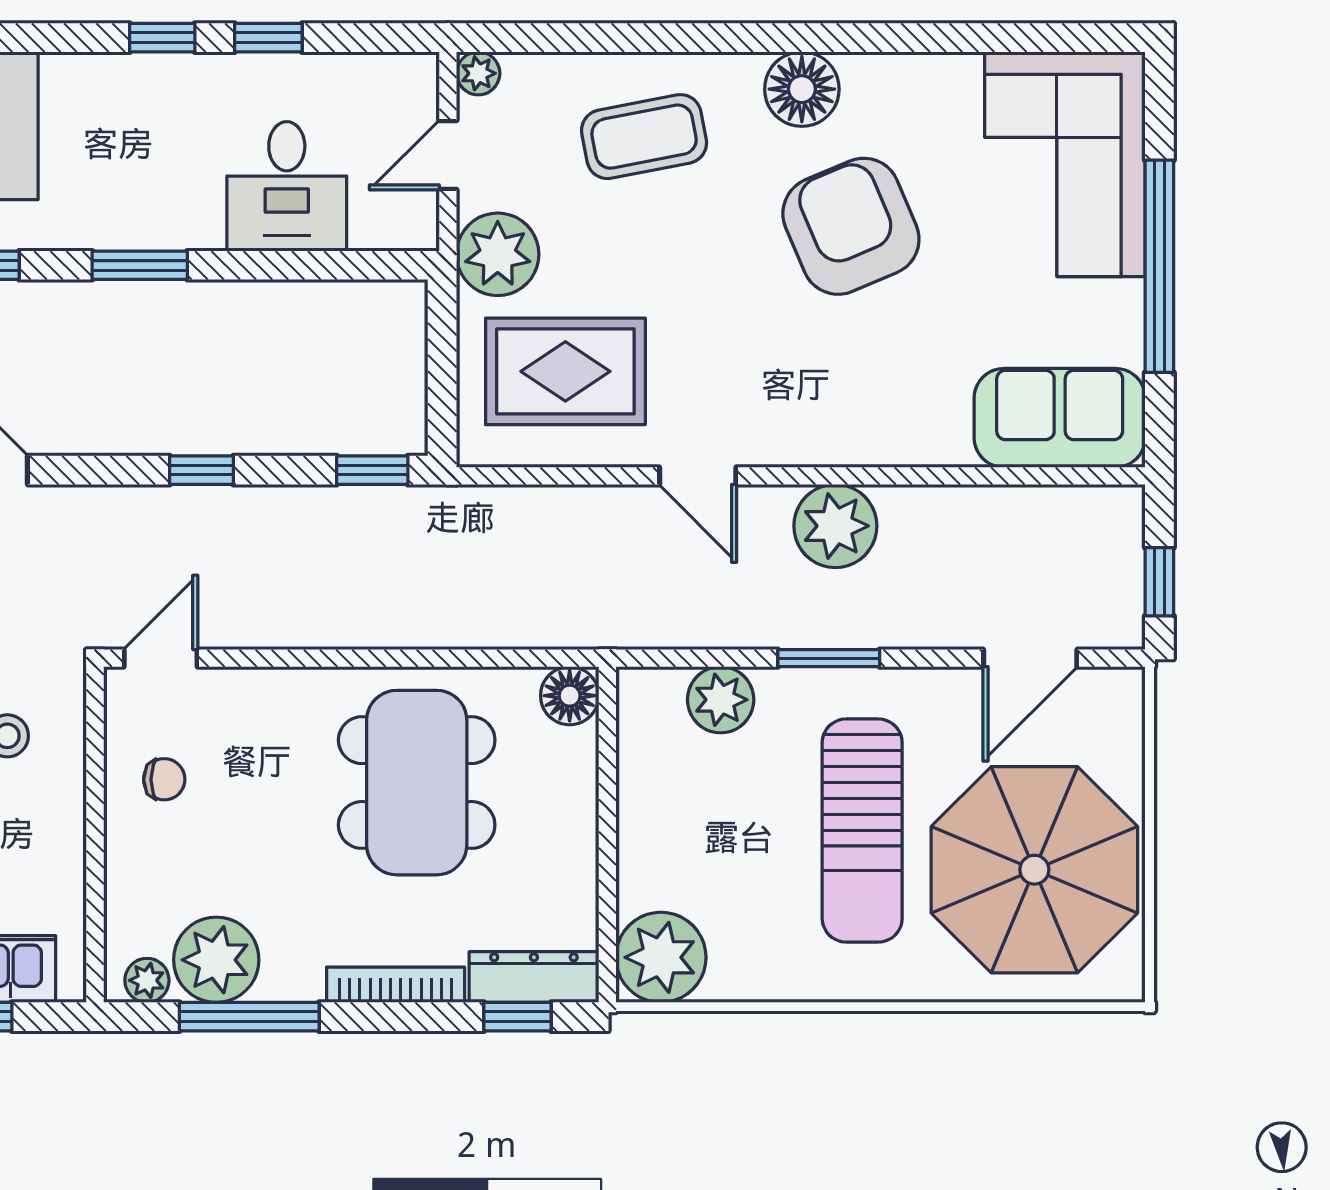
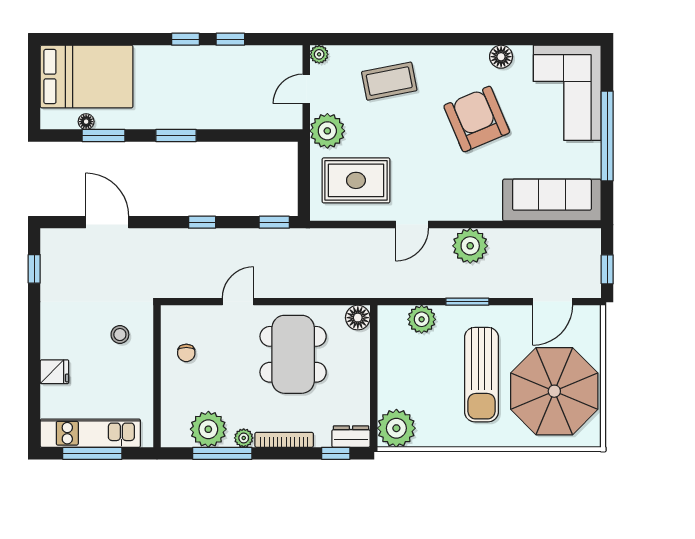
floor lamp: (802, 89) -> (501, 57), moved, width x0.73, depth x0.73
desk: (287, 186) -> (238, 102), removed
sofa: (1060, 418) -> (552, 200), width x1.36
door: (698, 476) -> (412, 225), hinge flipped
door: (161, 658) -> (238, 302), moved
chair: (164, 779) -> (186, 353), turned 90
dresser: (534, 977) -> (351, 437), width x0.70
plant: (147, 980) -> (244, 438), moved

